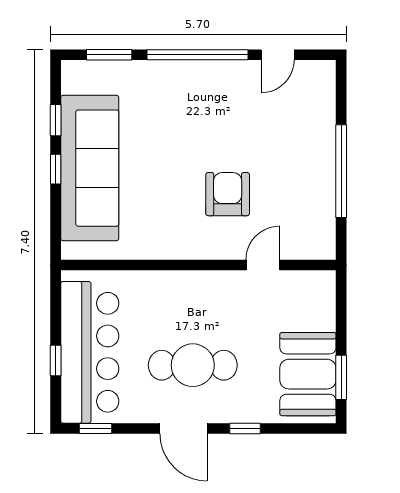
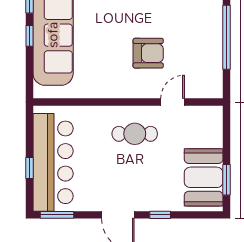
armchair: (228, 194) -> (148, 53), turned 90
cafe table: (193, 365) -> (135, 134), moved, width x0.73, depth x0.74
window: (95, 428) -> (57, 215), width x1.50

